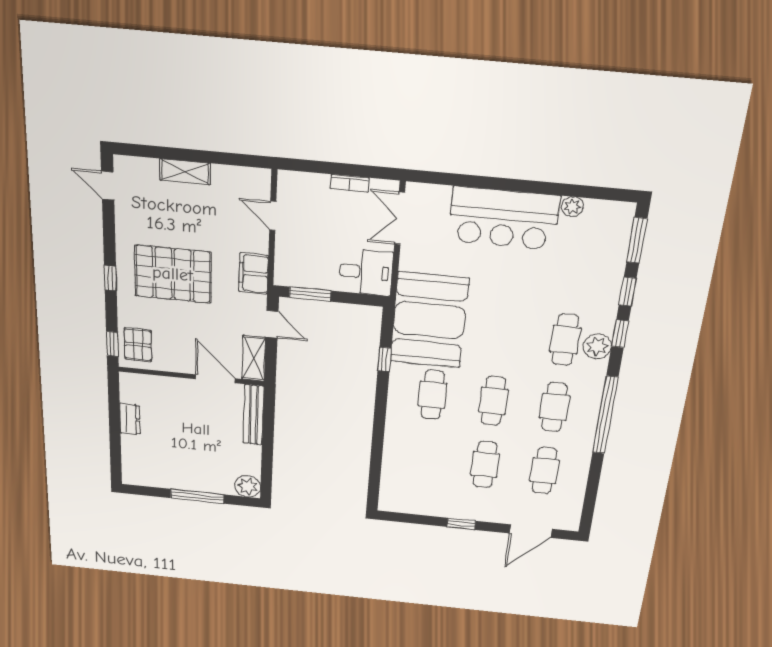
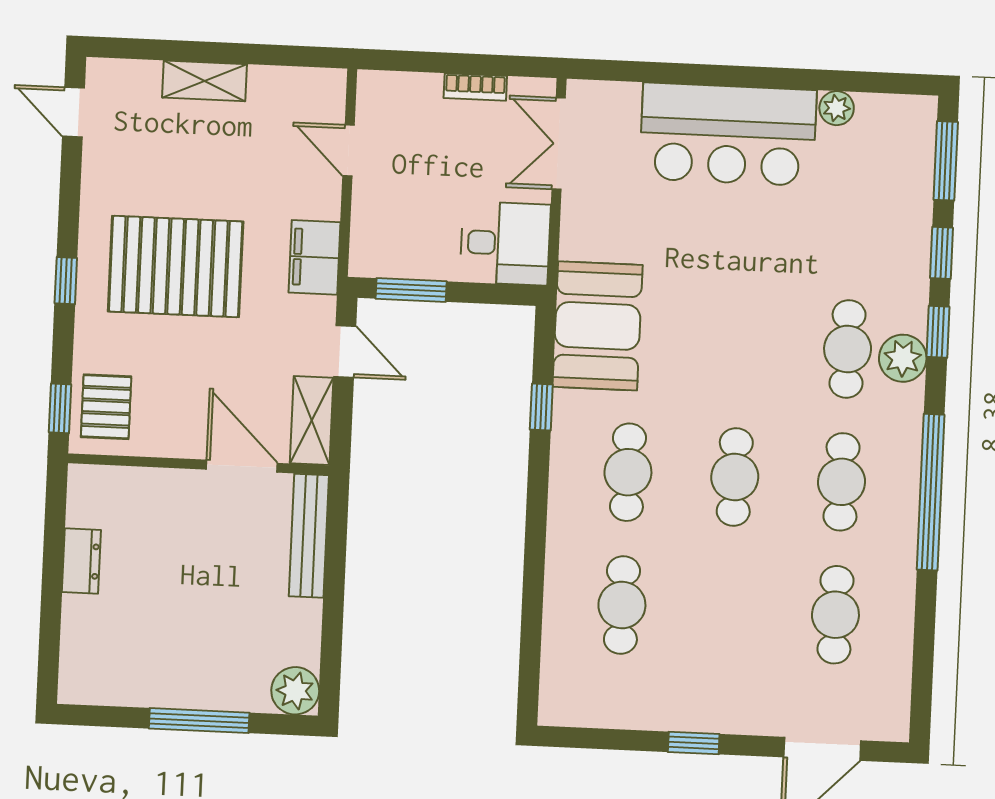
booth: (429, 320) -> (598, 326), width x0.73, depth x0.70
cafe table: (485, 465) -> (622, 605), moved

